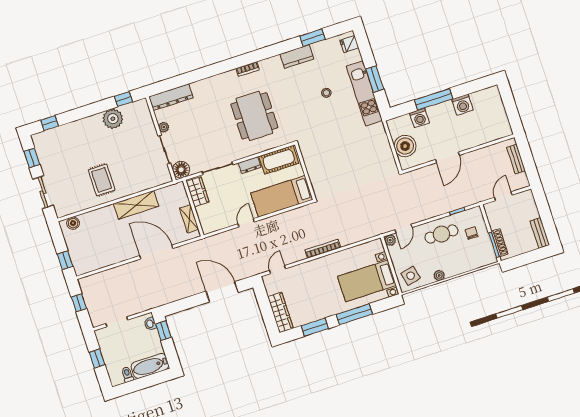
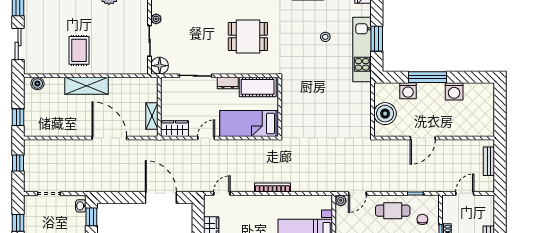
dining table: (254, 116) -> (248, 36), width x0.73
wardrobe: (198, 192) -> (175, 129), moved, turned -90
shelving: (136, 205) -> (87, 86), moved

